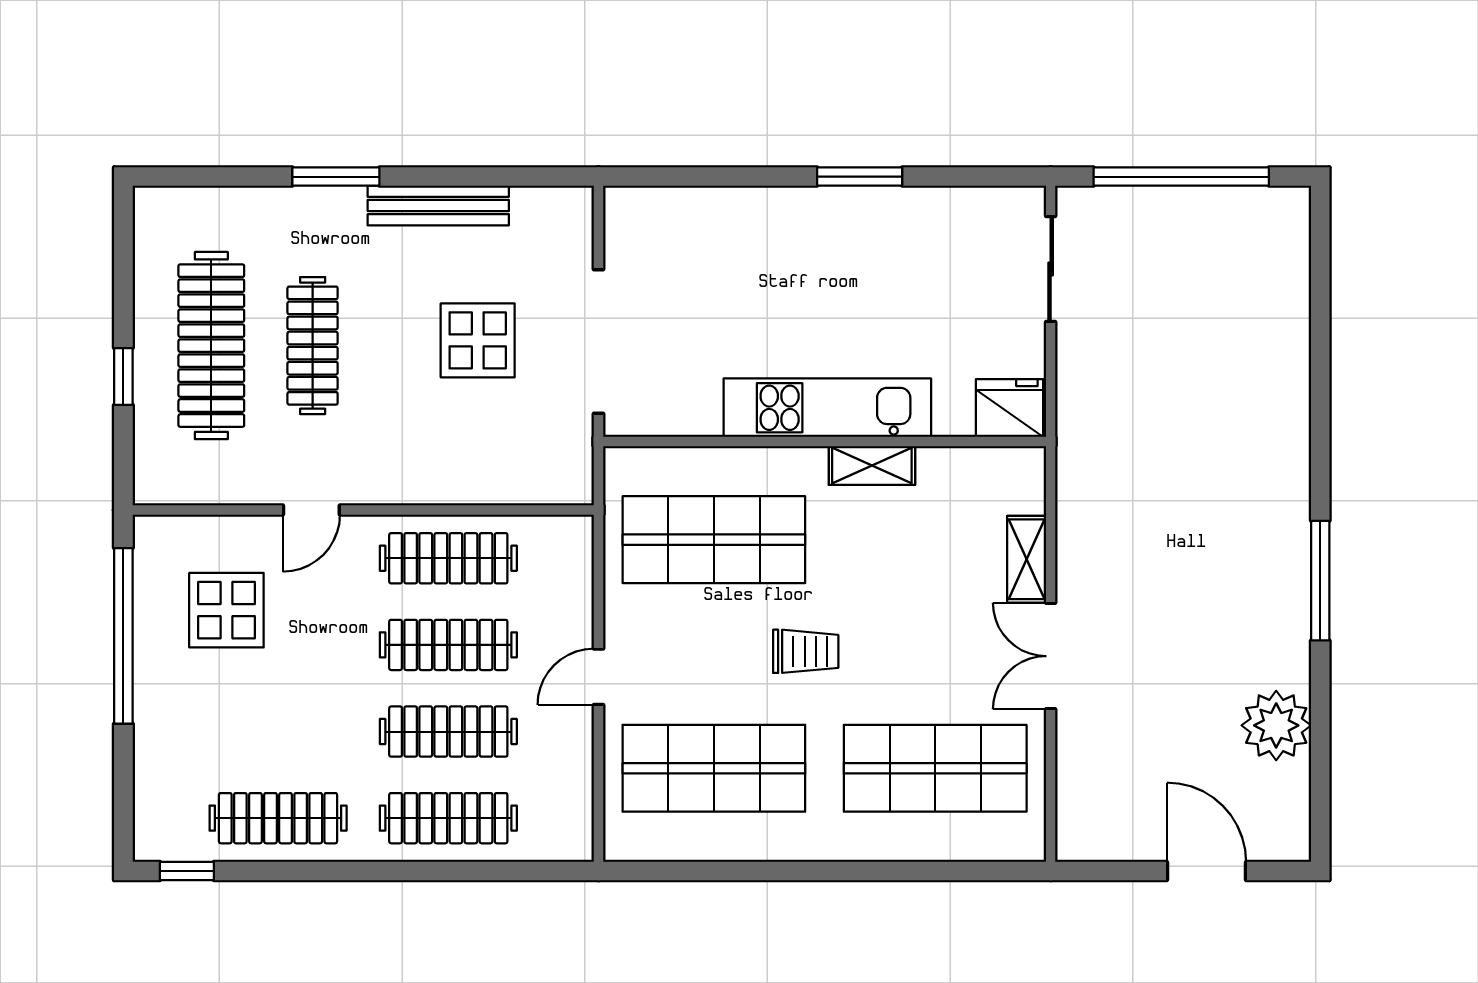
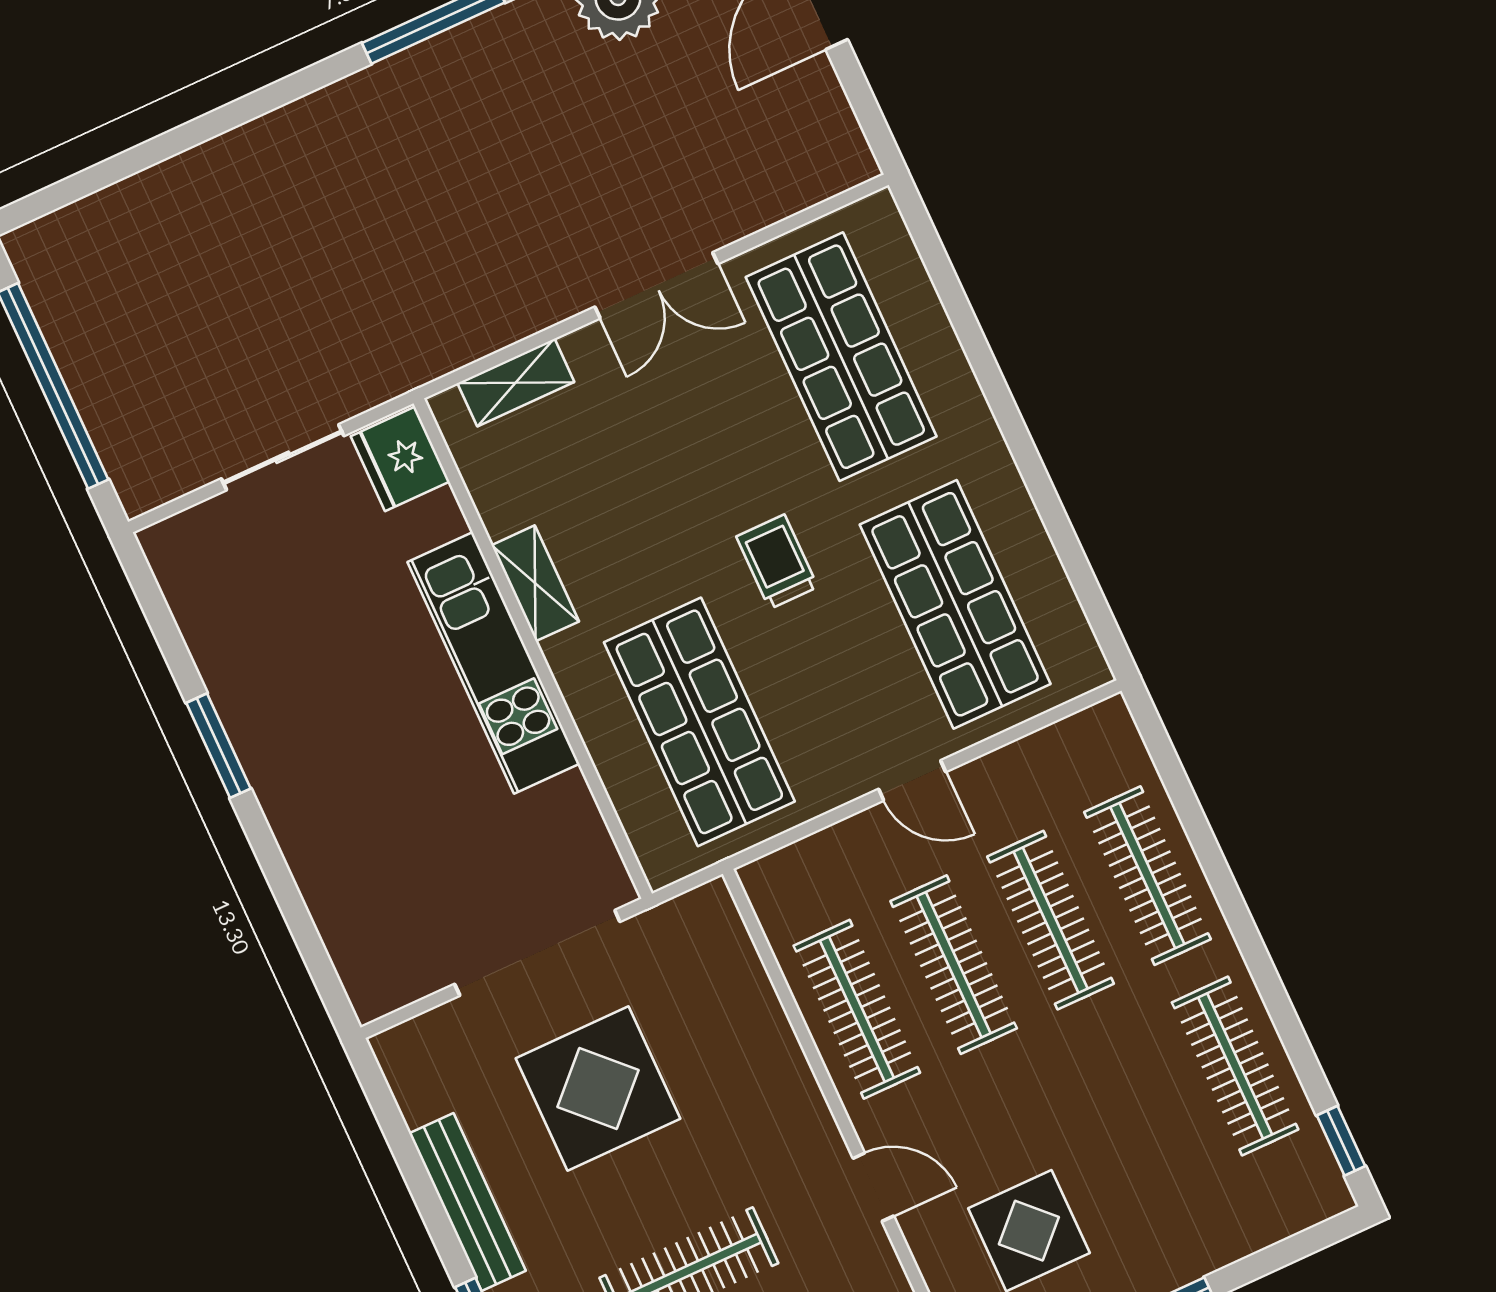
sliding door: (1051, 269) -> (283, 457), moved
display table: (478, 340) -> (598, 1089), width x1.36, depth x1.36
shelving: (1027, 559) -> (516, 383), moved

